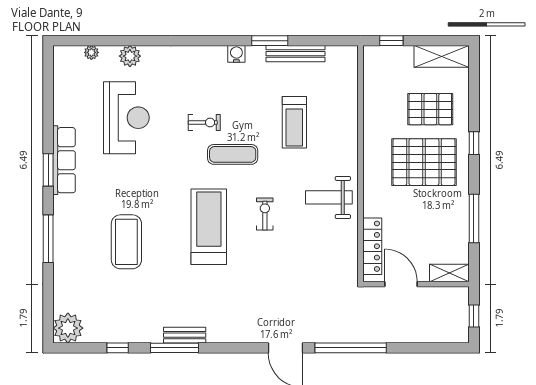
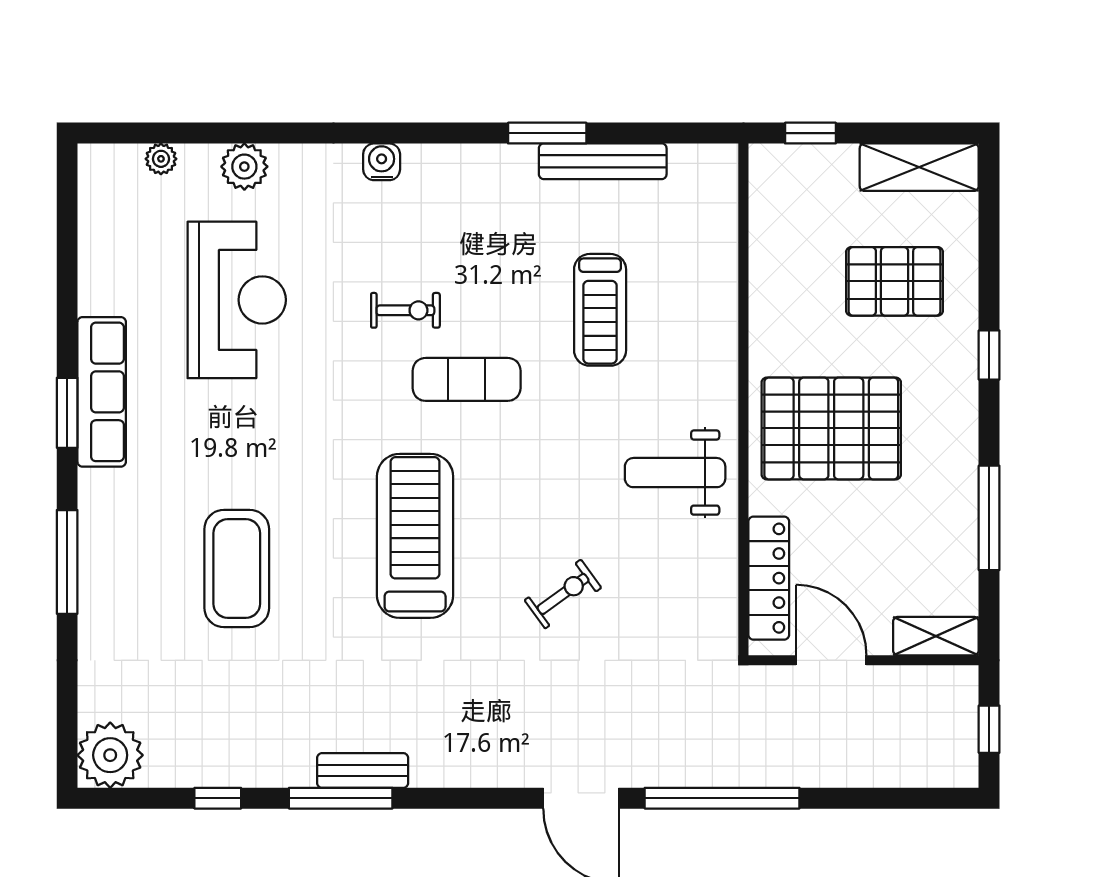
water cooler: (236, 54) -> (382, 162), moved
pallet: (424, 162) -> (831, 428), moved
exercise bike: (265, 214) -> (563, 594), moved, turned 54

